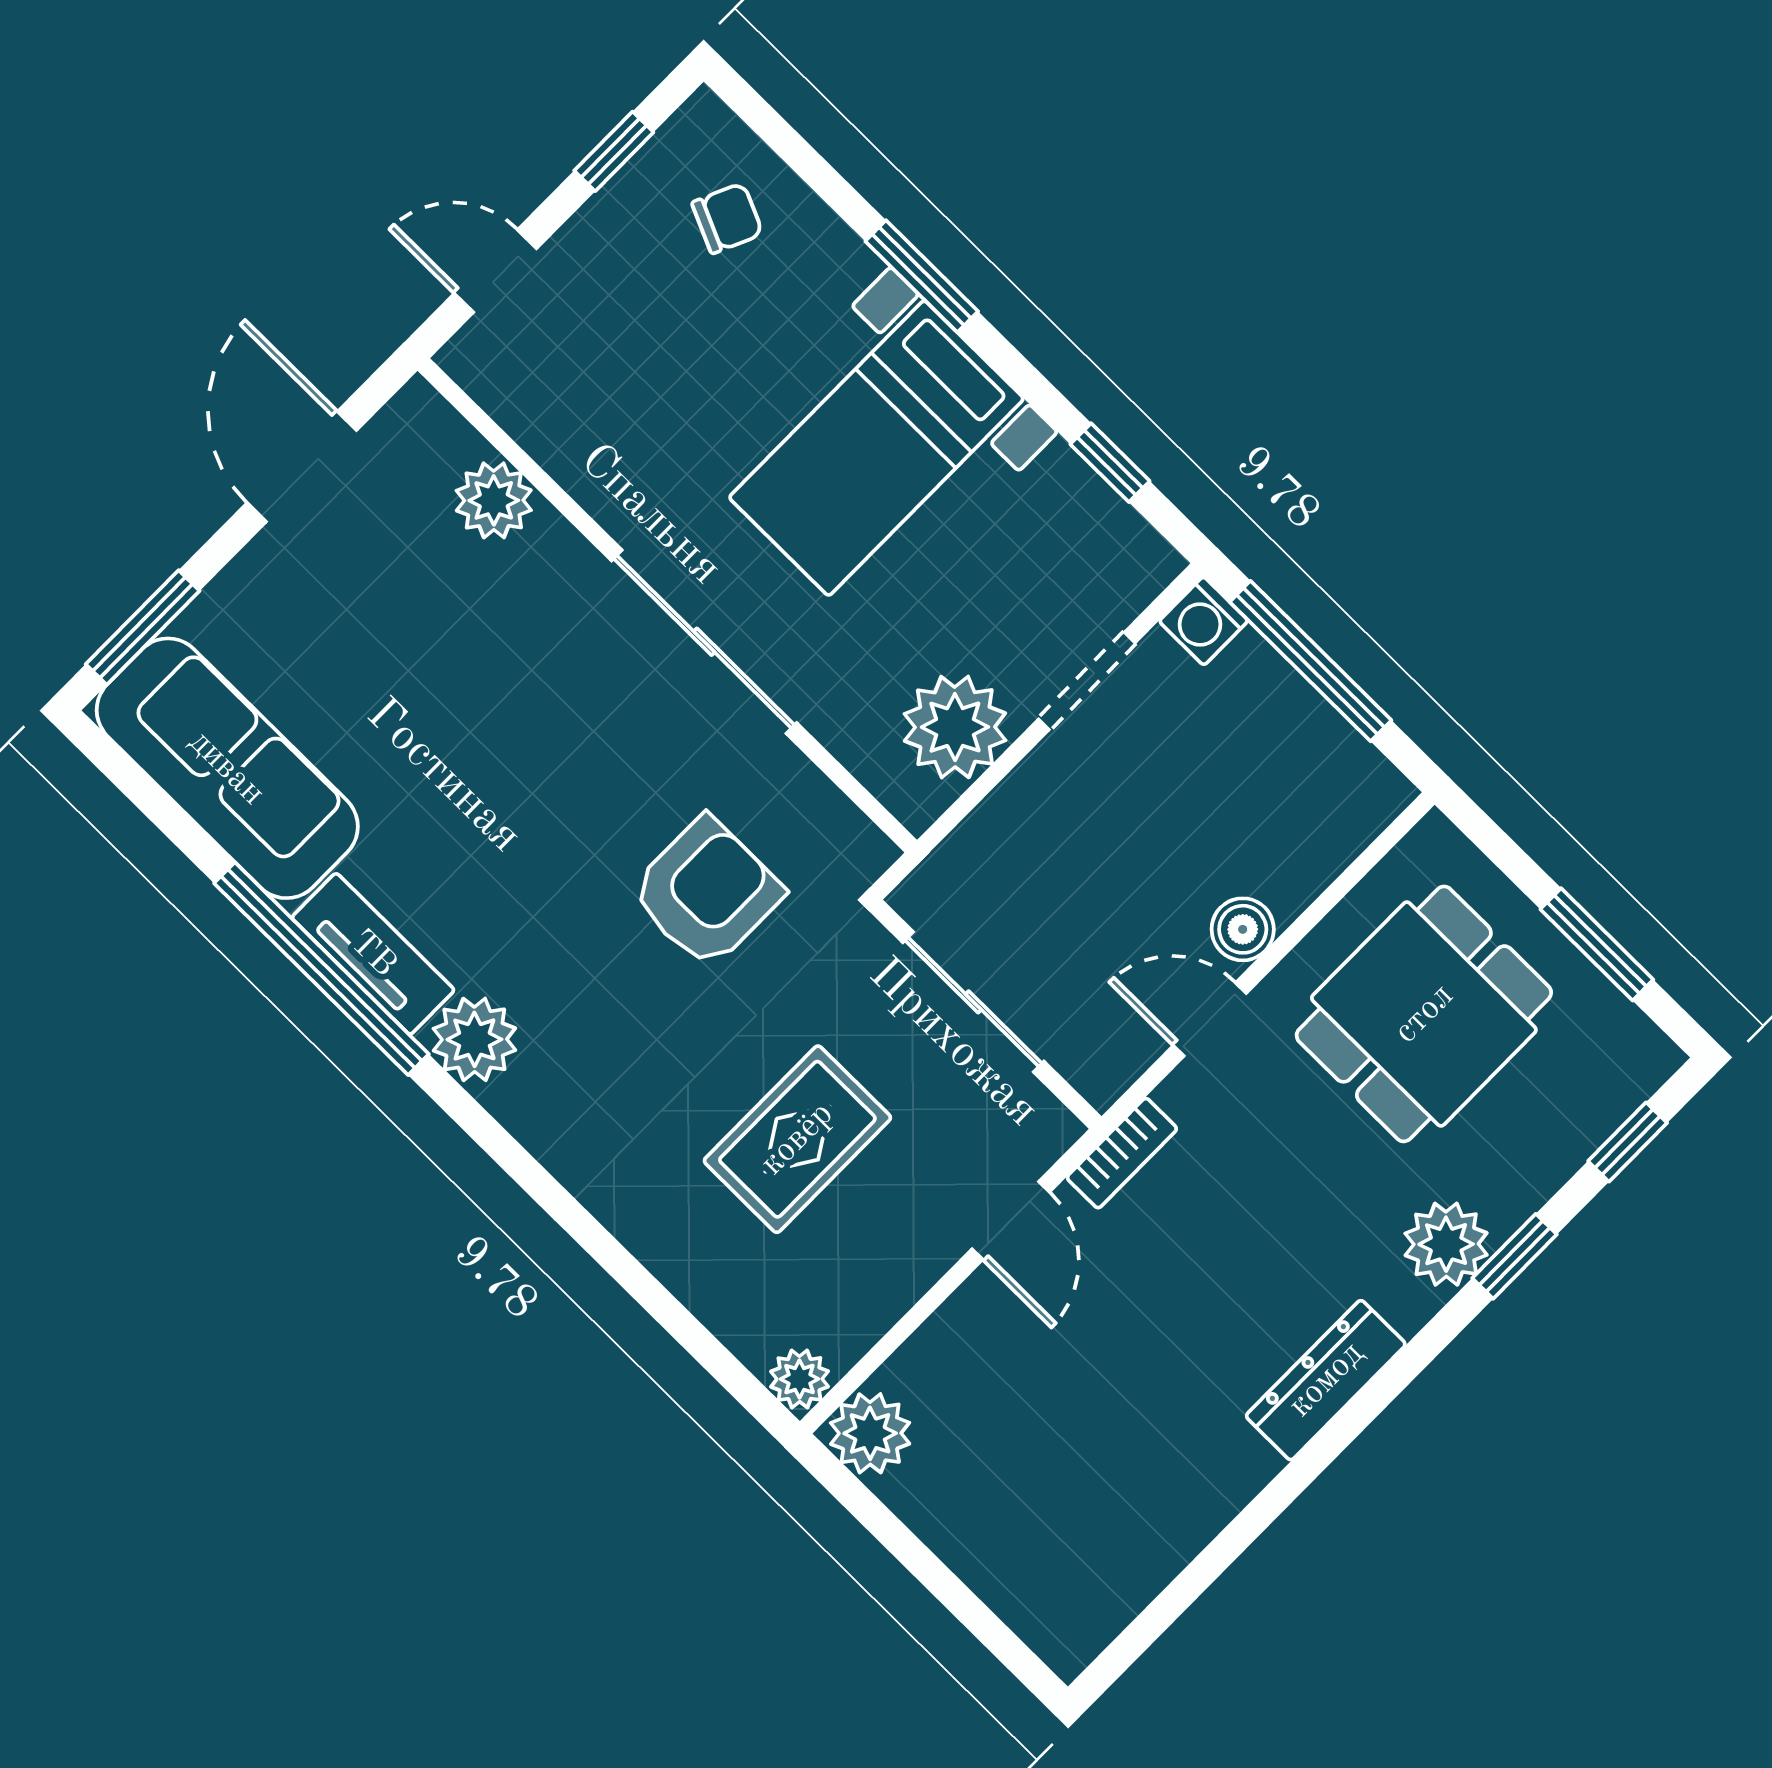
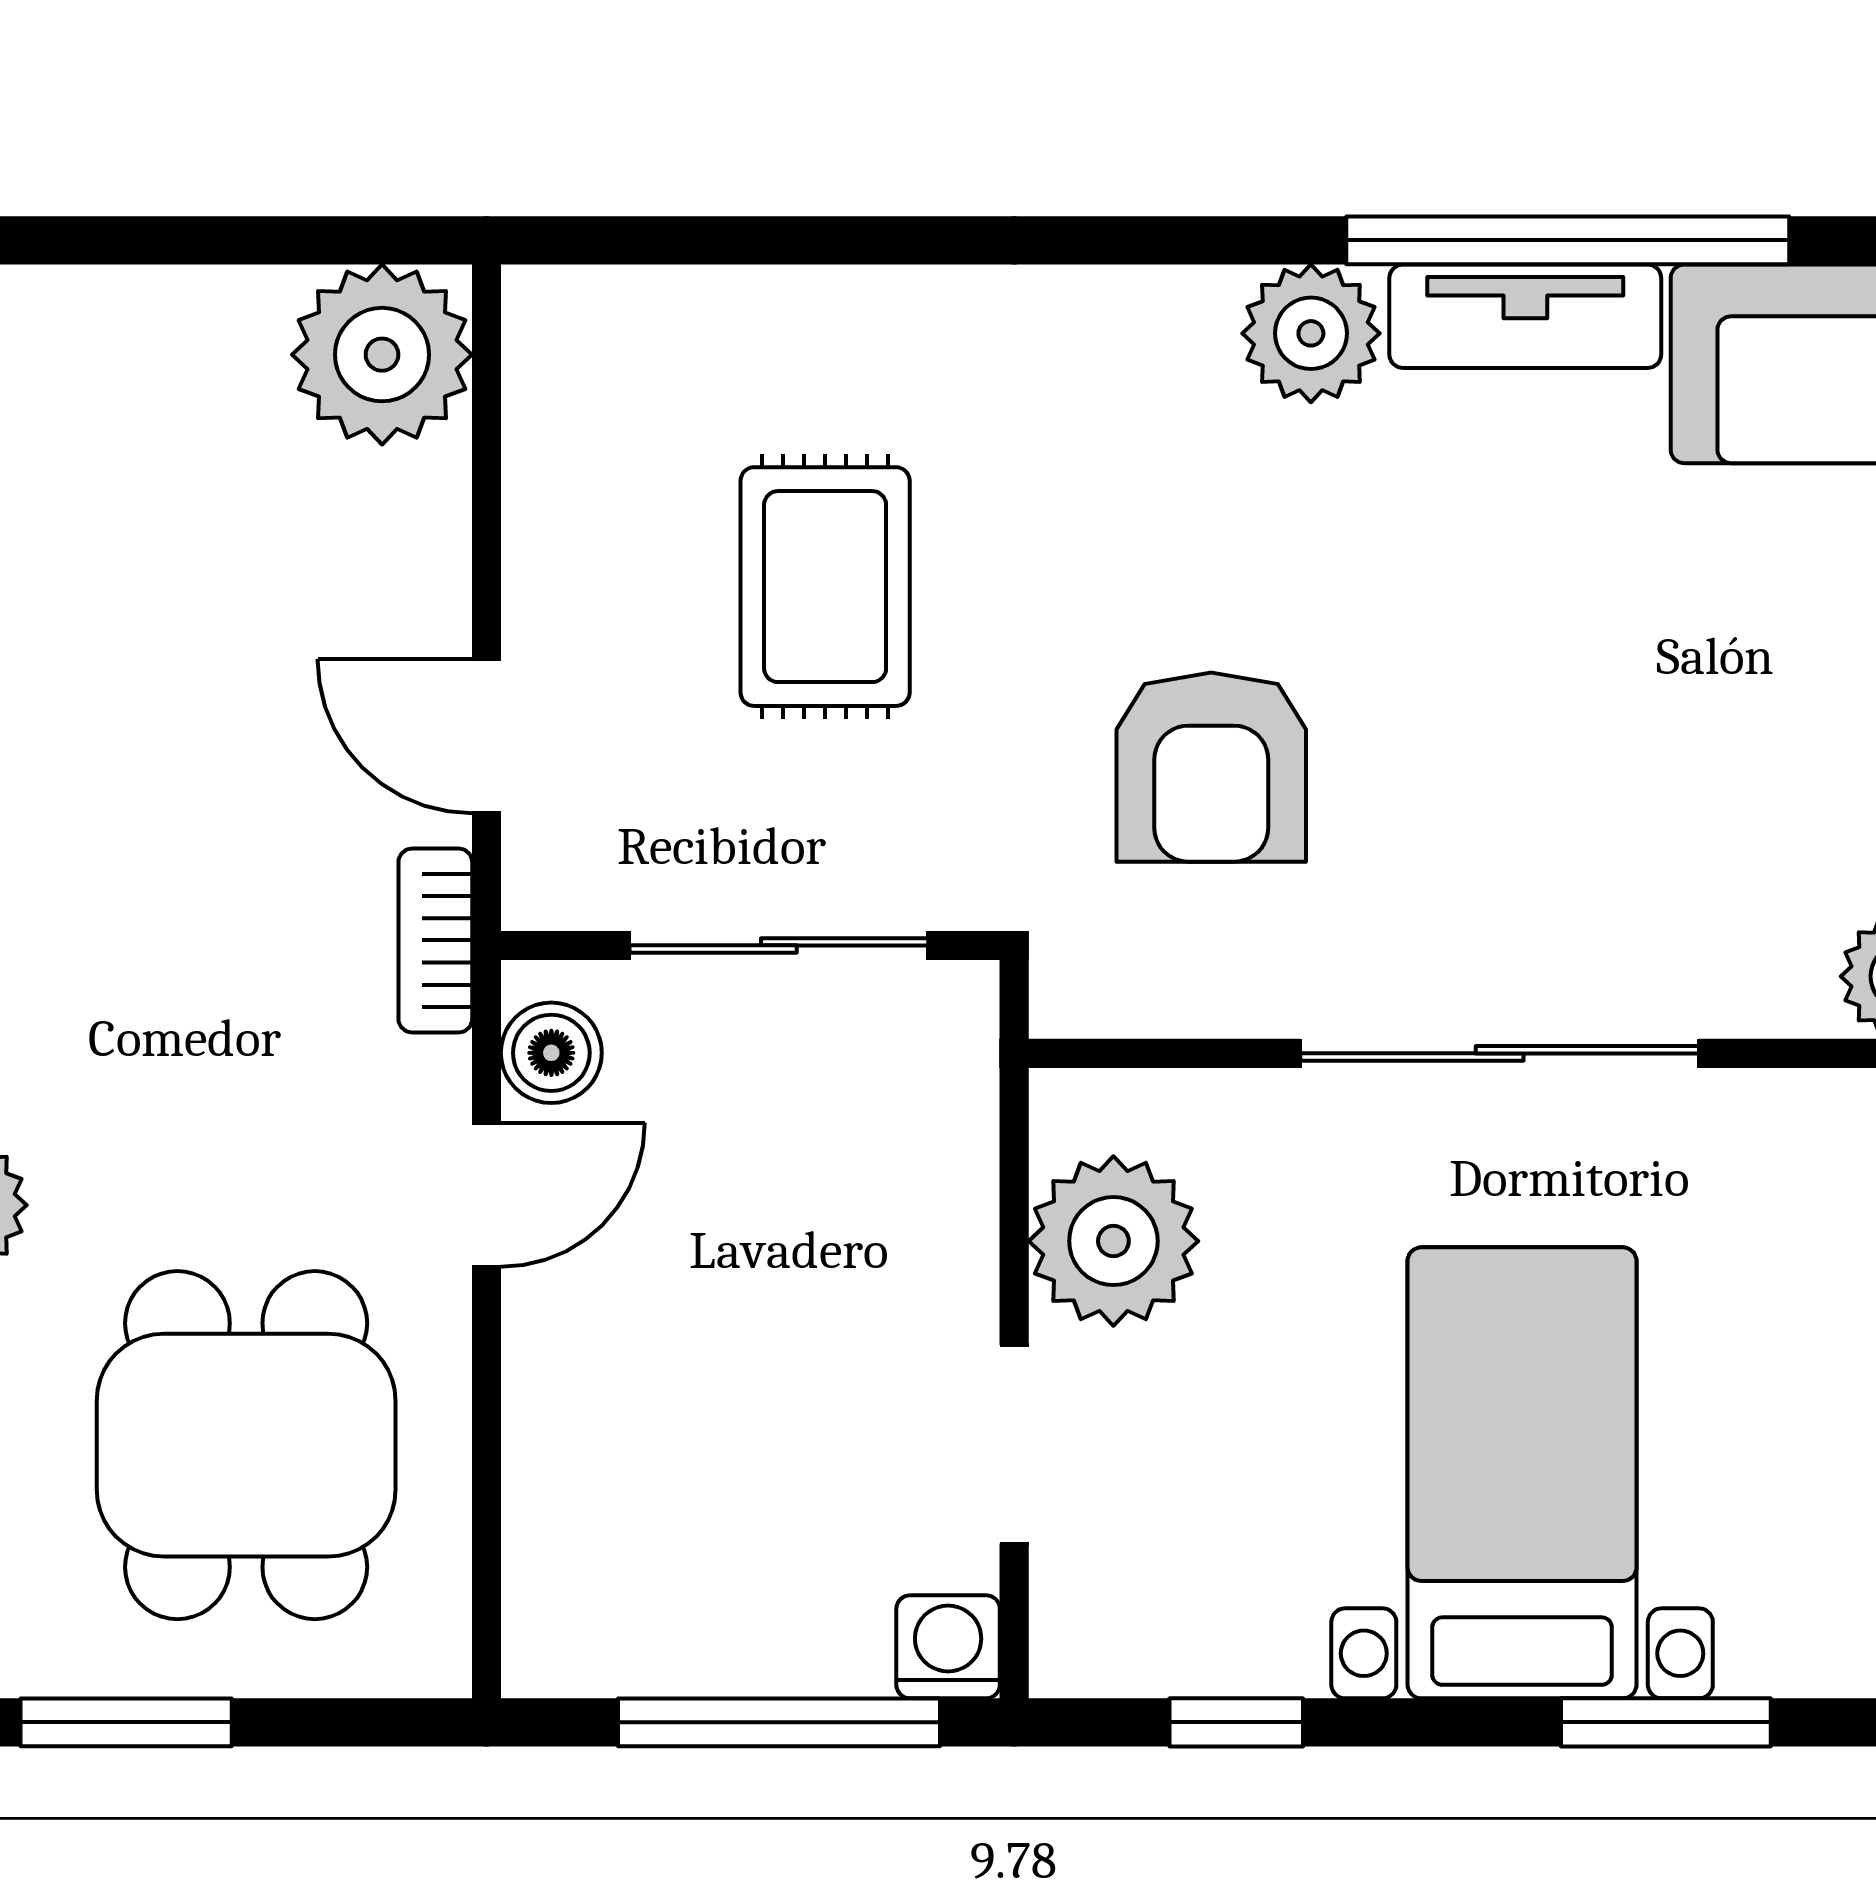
boiler: (1243, 929) -> (551, 1053), moved
plant: (800, 1379) -> (549, 313), removed
plant: (870, 1433) -> (382, 355), width x1.36, depth x1.36

